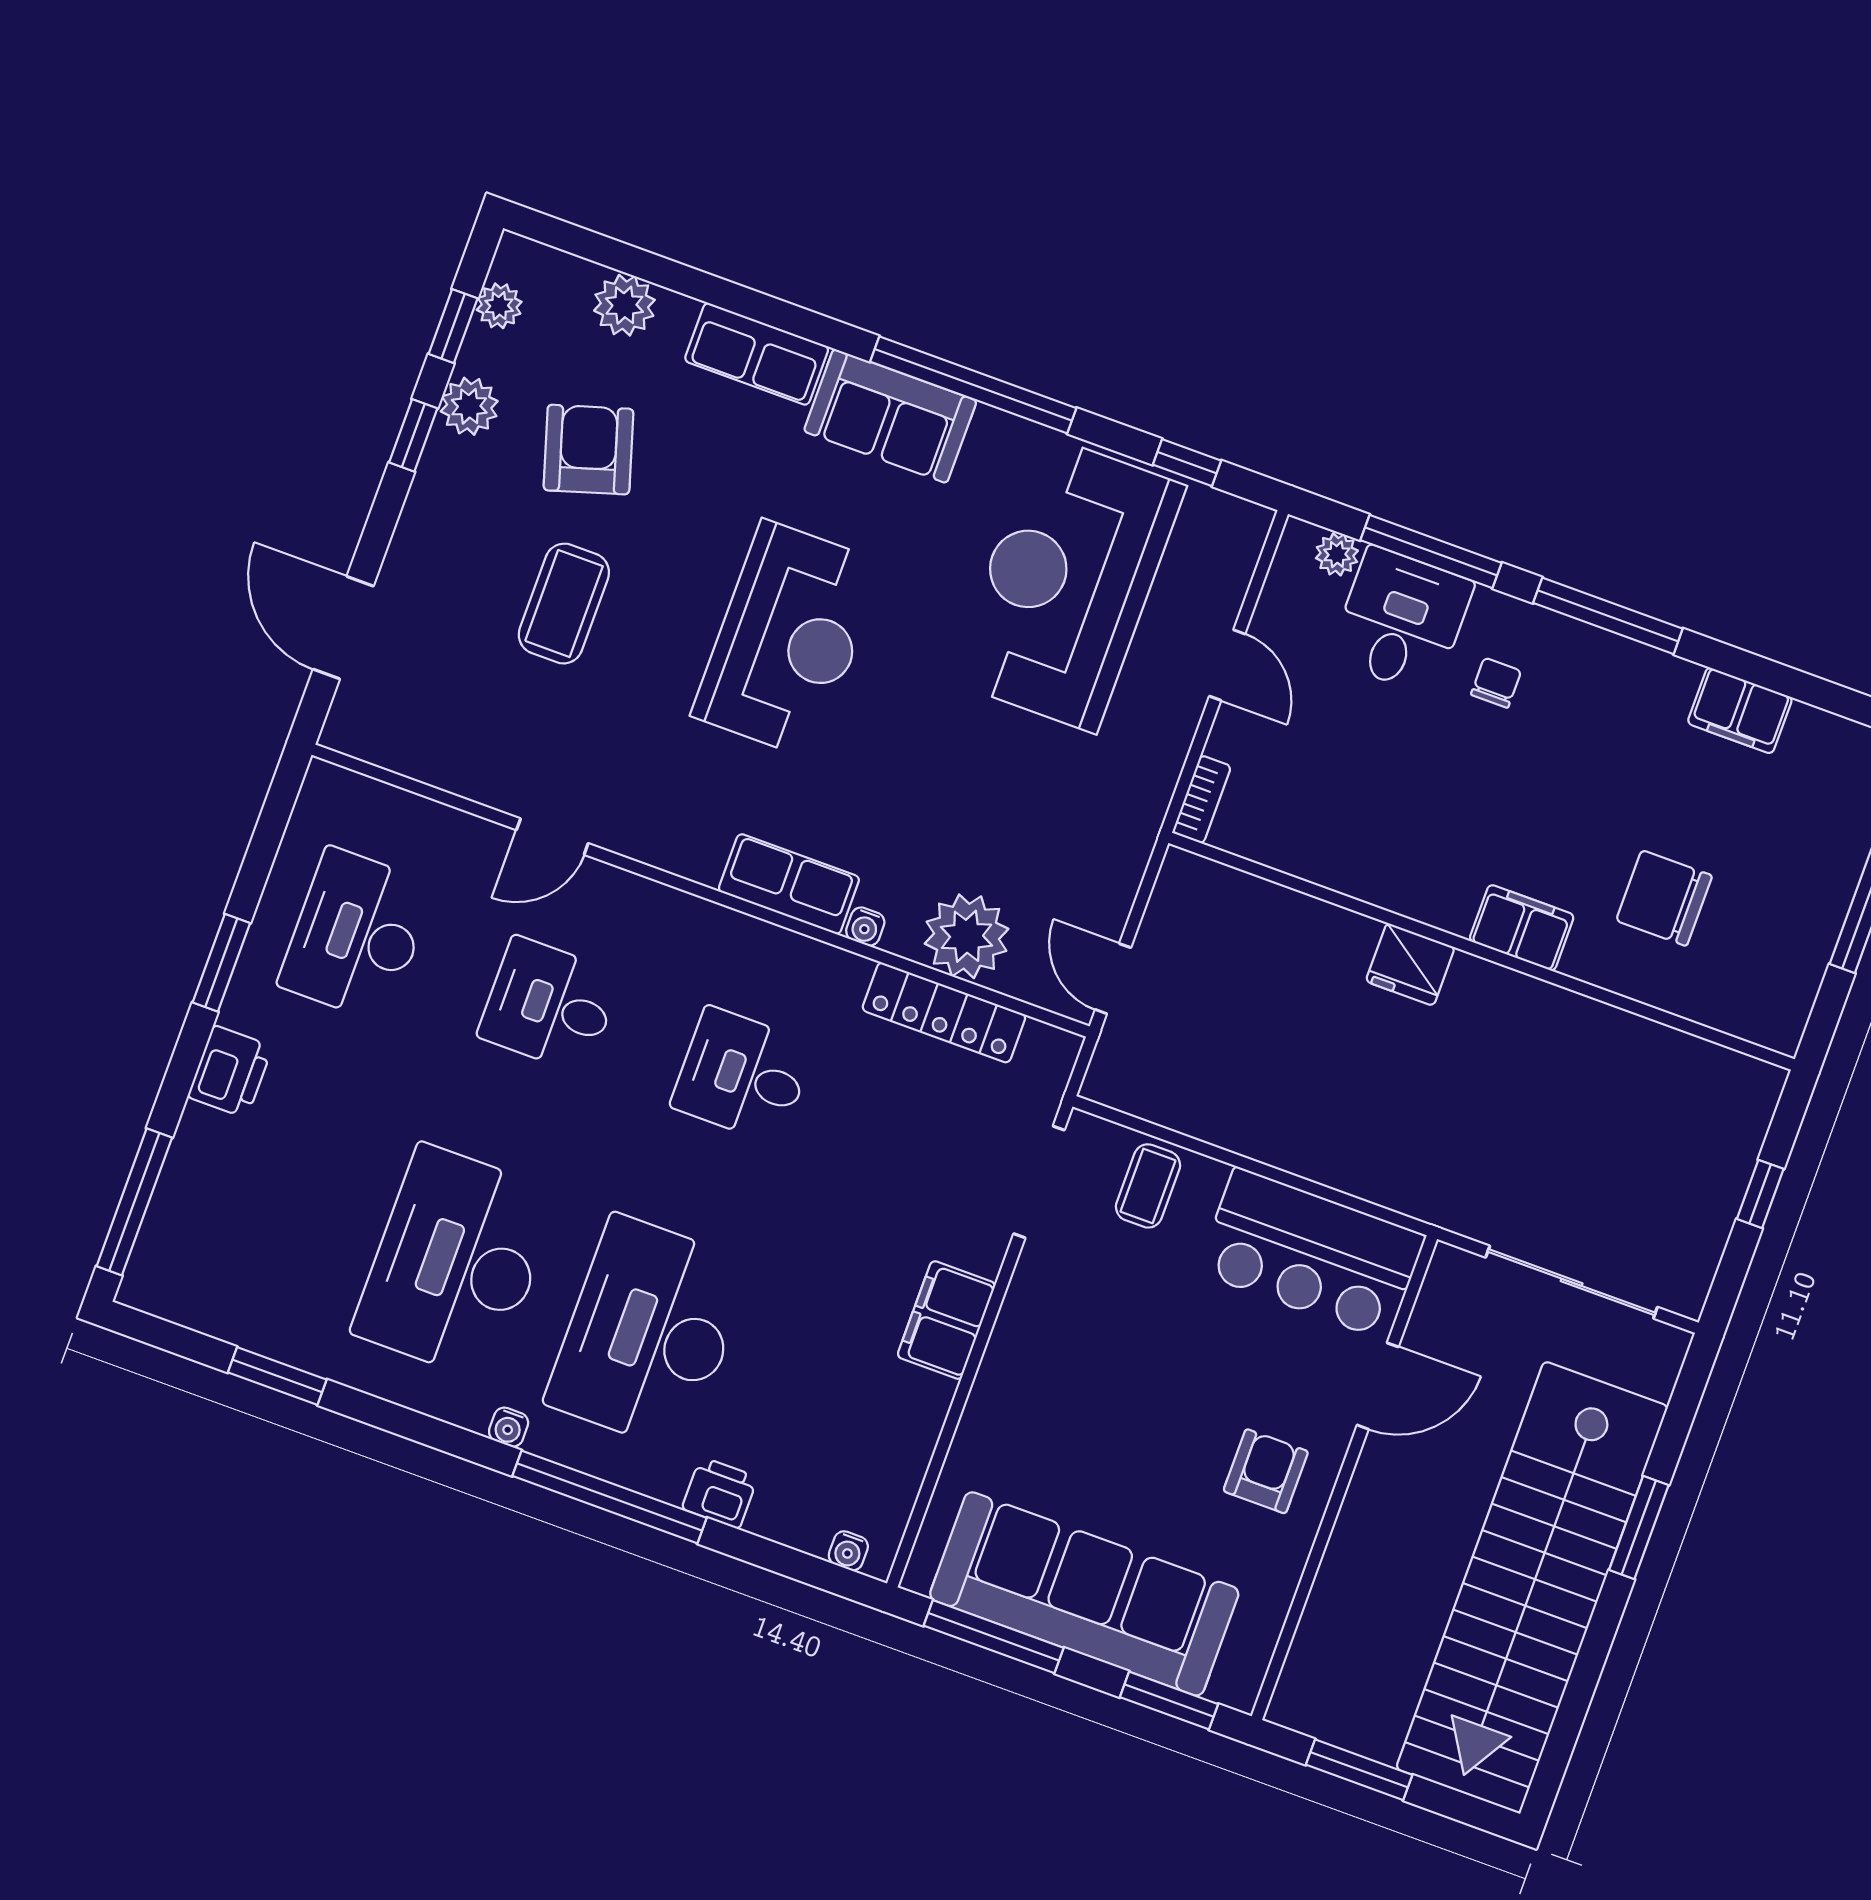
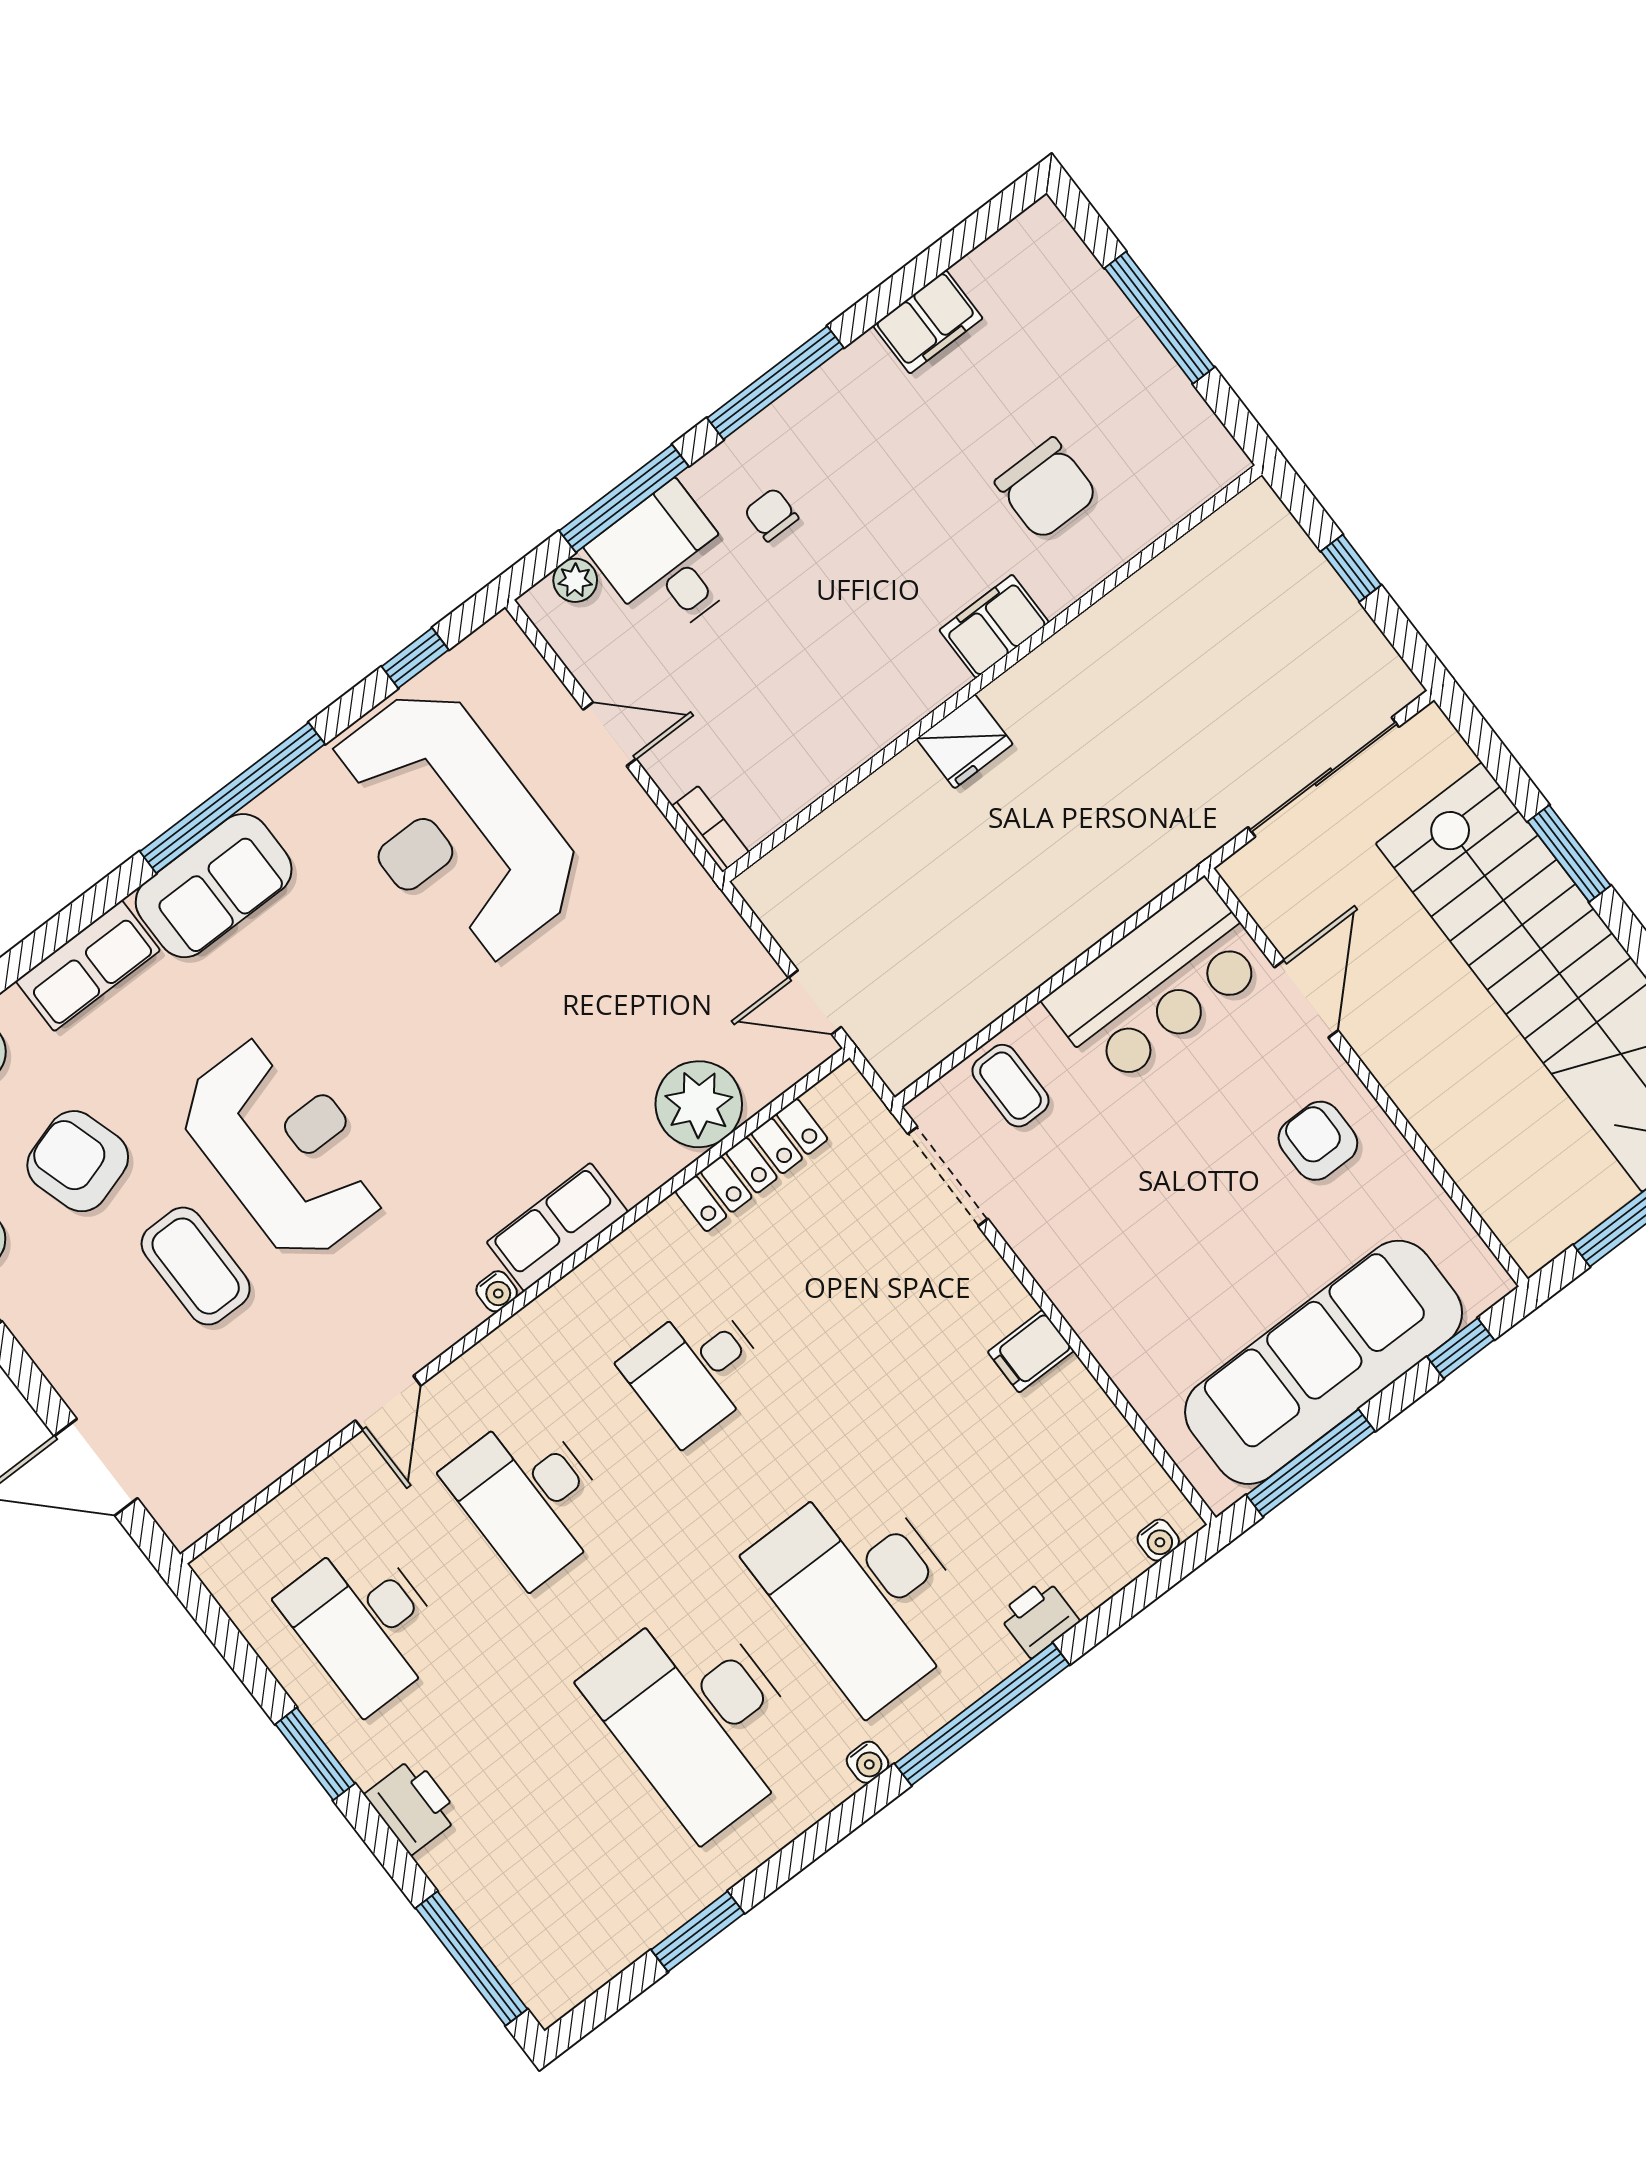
reception desk: (788, 639) -> (284, 1148), moved
chair: (1664, 898) -> (1046, 489), turned -90
water cooler: (865, 927) -> (497, 1291), moved
desk: (550, 1005) -> (530, 1497), width x1.37
filing cabinet: (946, 1320) -> (1031, 1351), width x0.50
window: (1169, 1701) -> (1461, 1348), width x0.67

